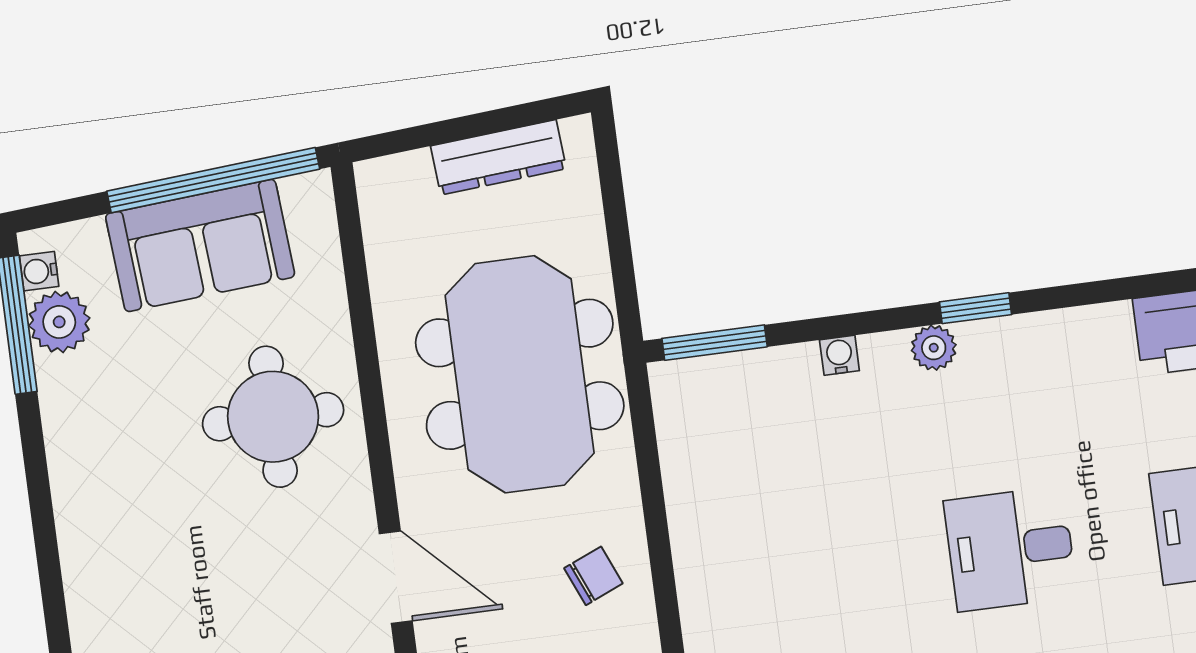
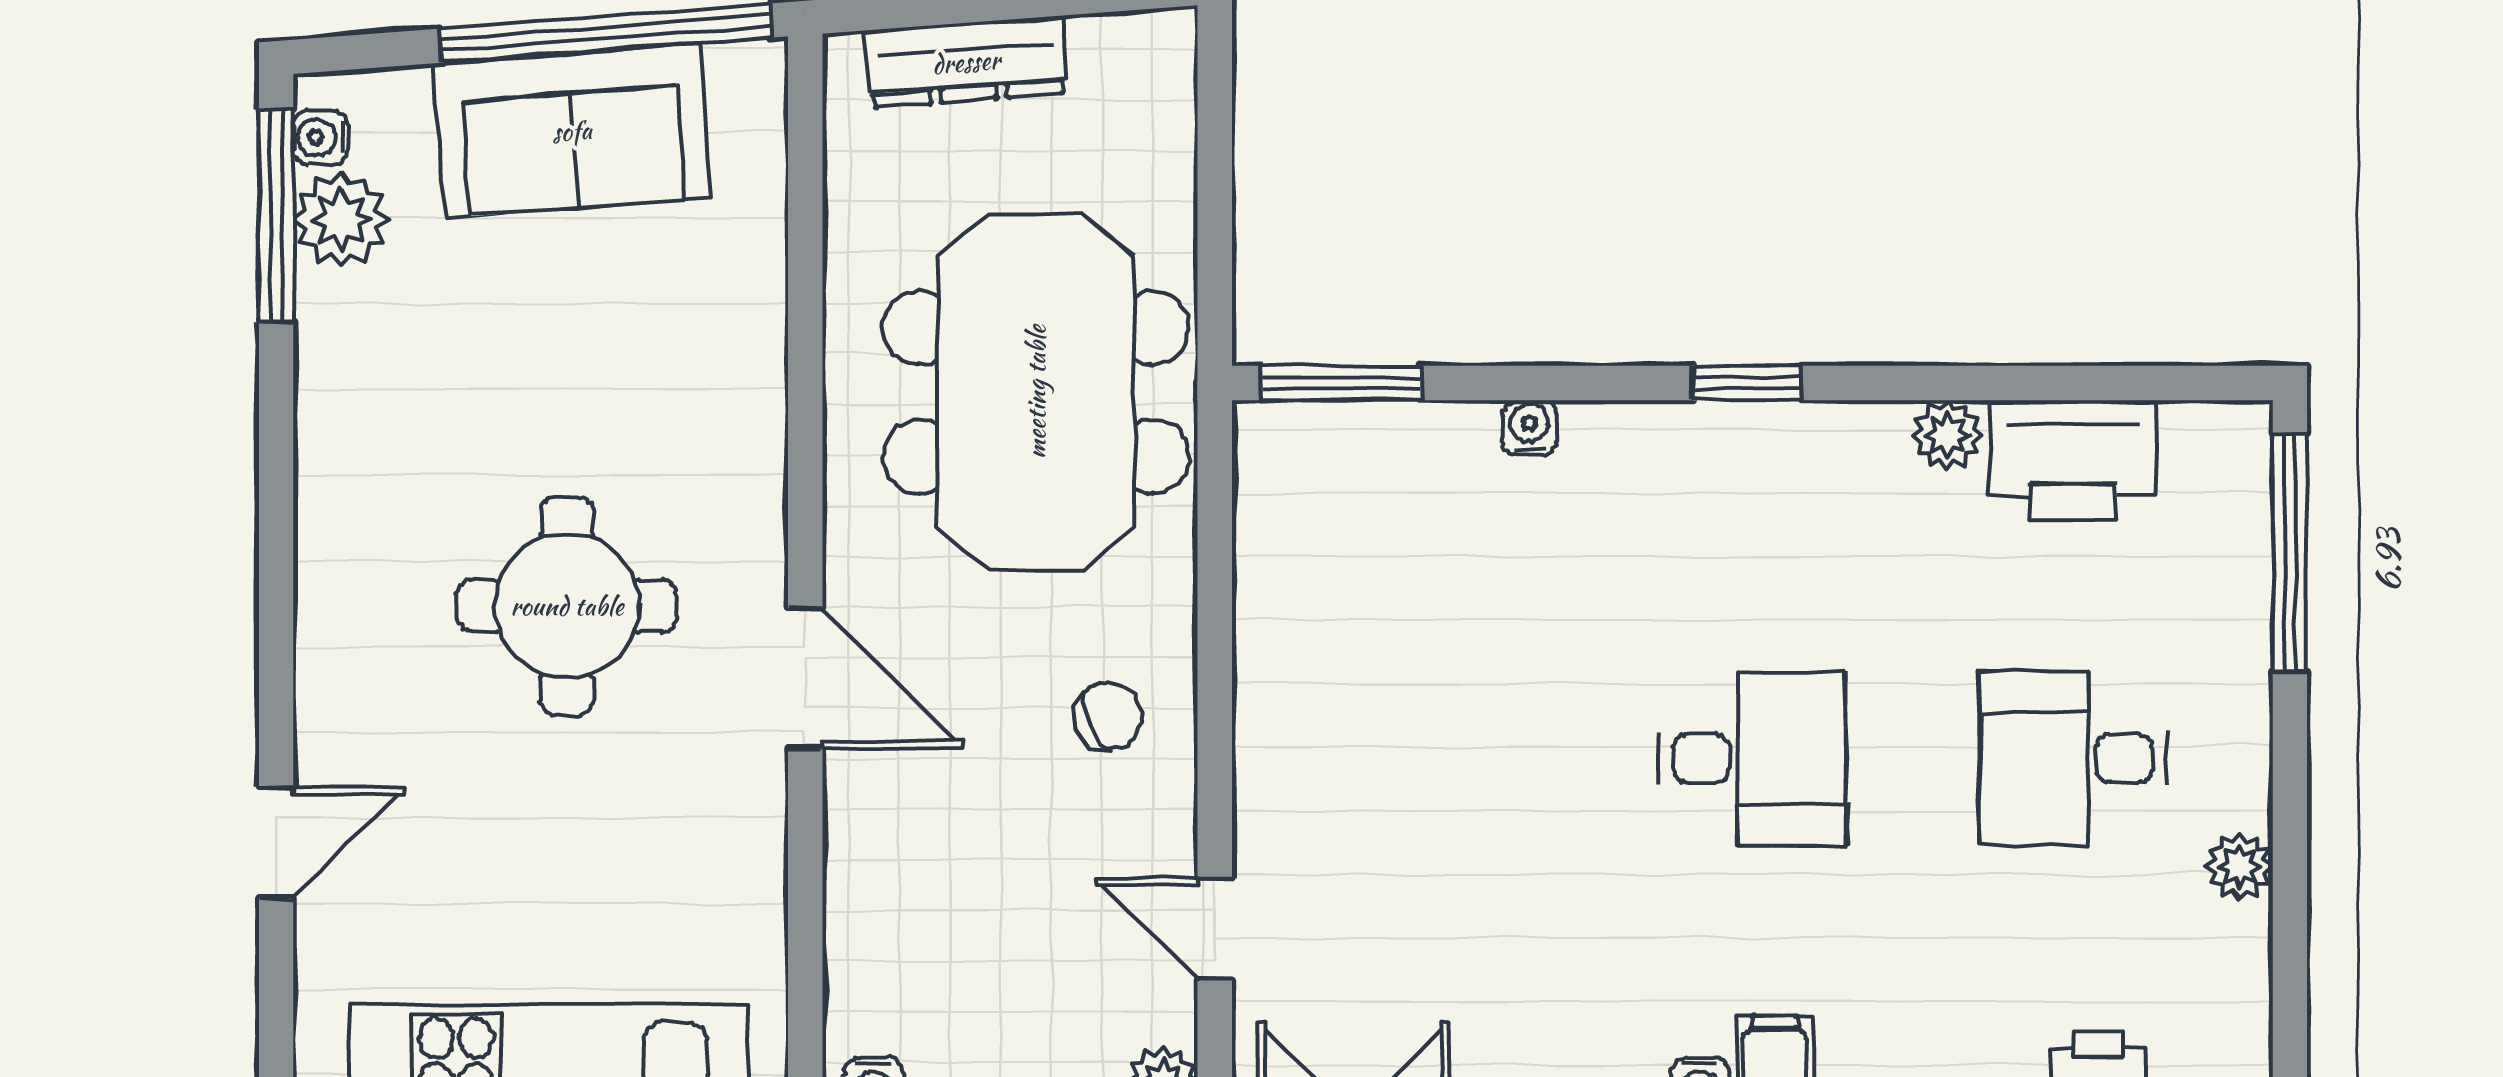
dresser: (498, 157) -> (966, 62), moved
plant: (934, 348) -> (1947, 435), moved
round table: (273, 417) -> (567, 606), moved
desk: (1010, 549) -> (1752, 758), turned 180

